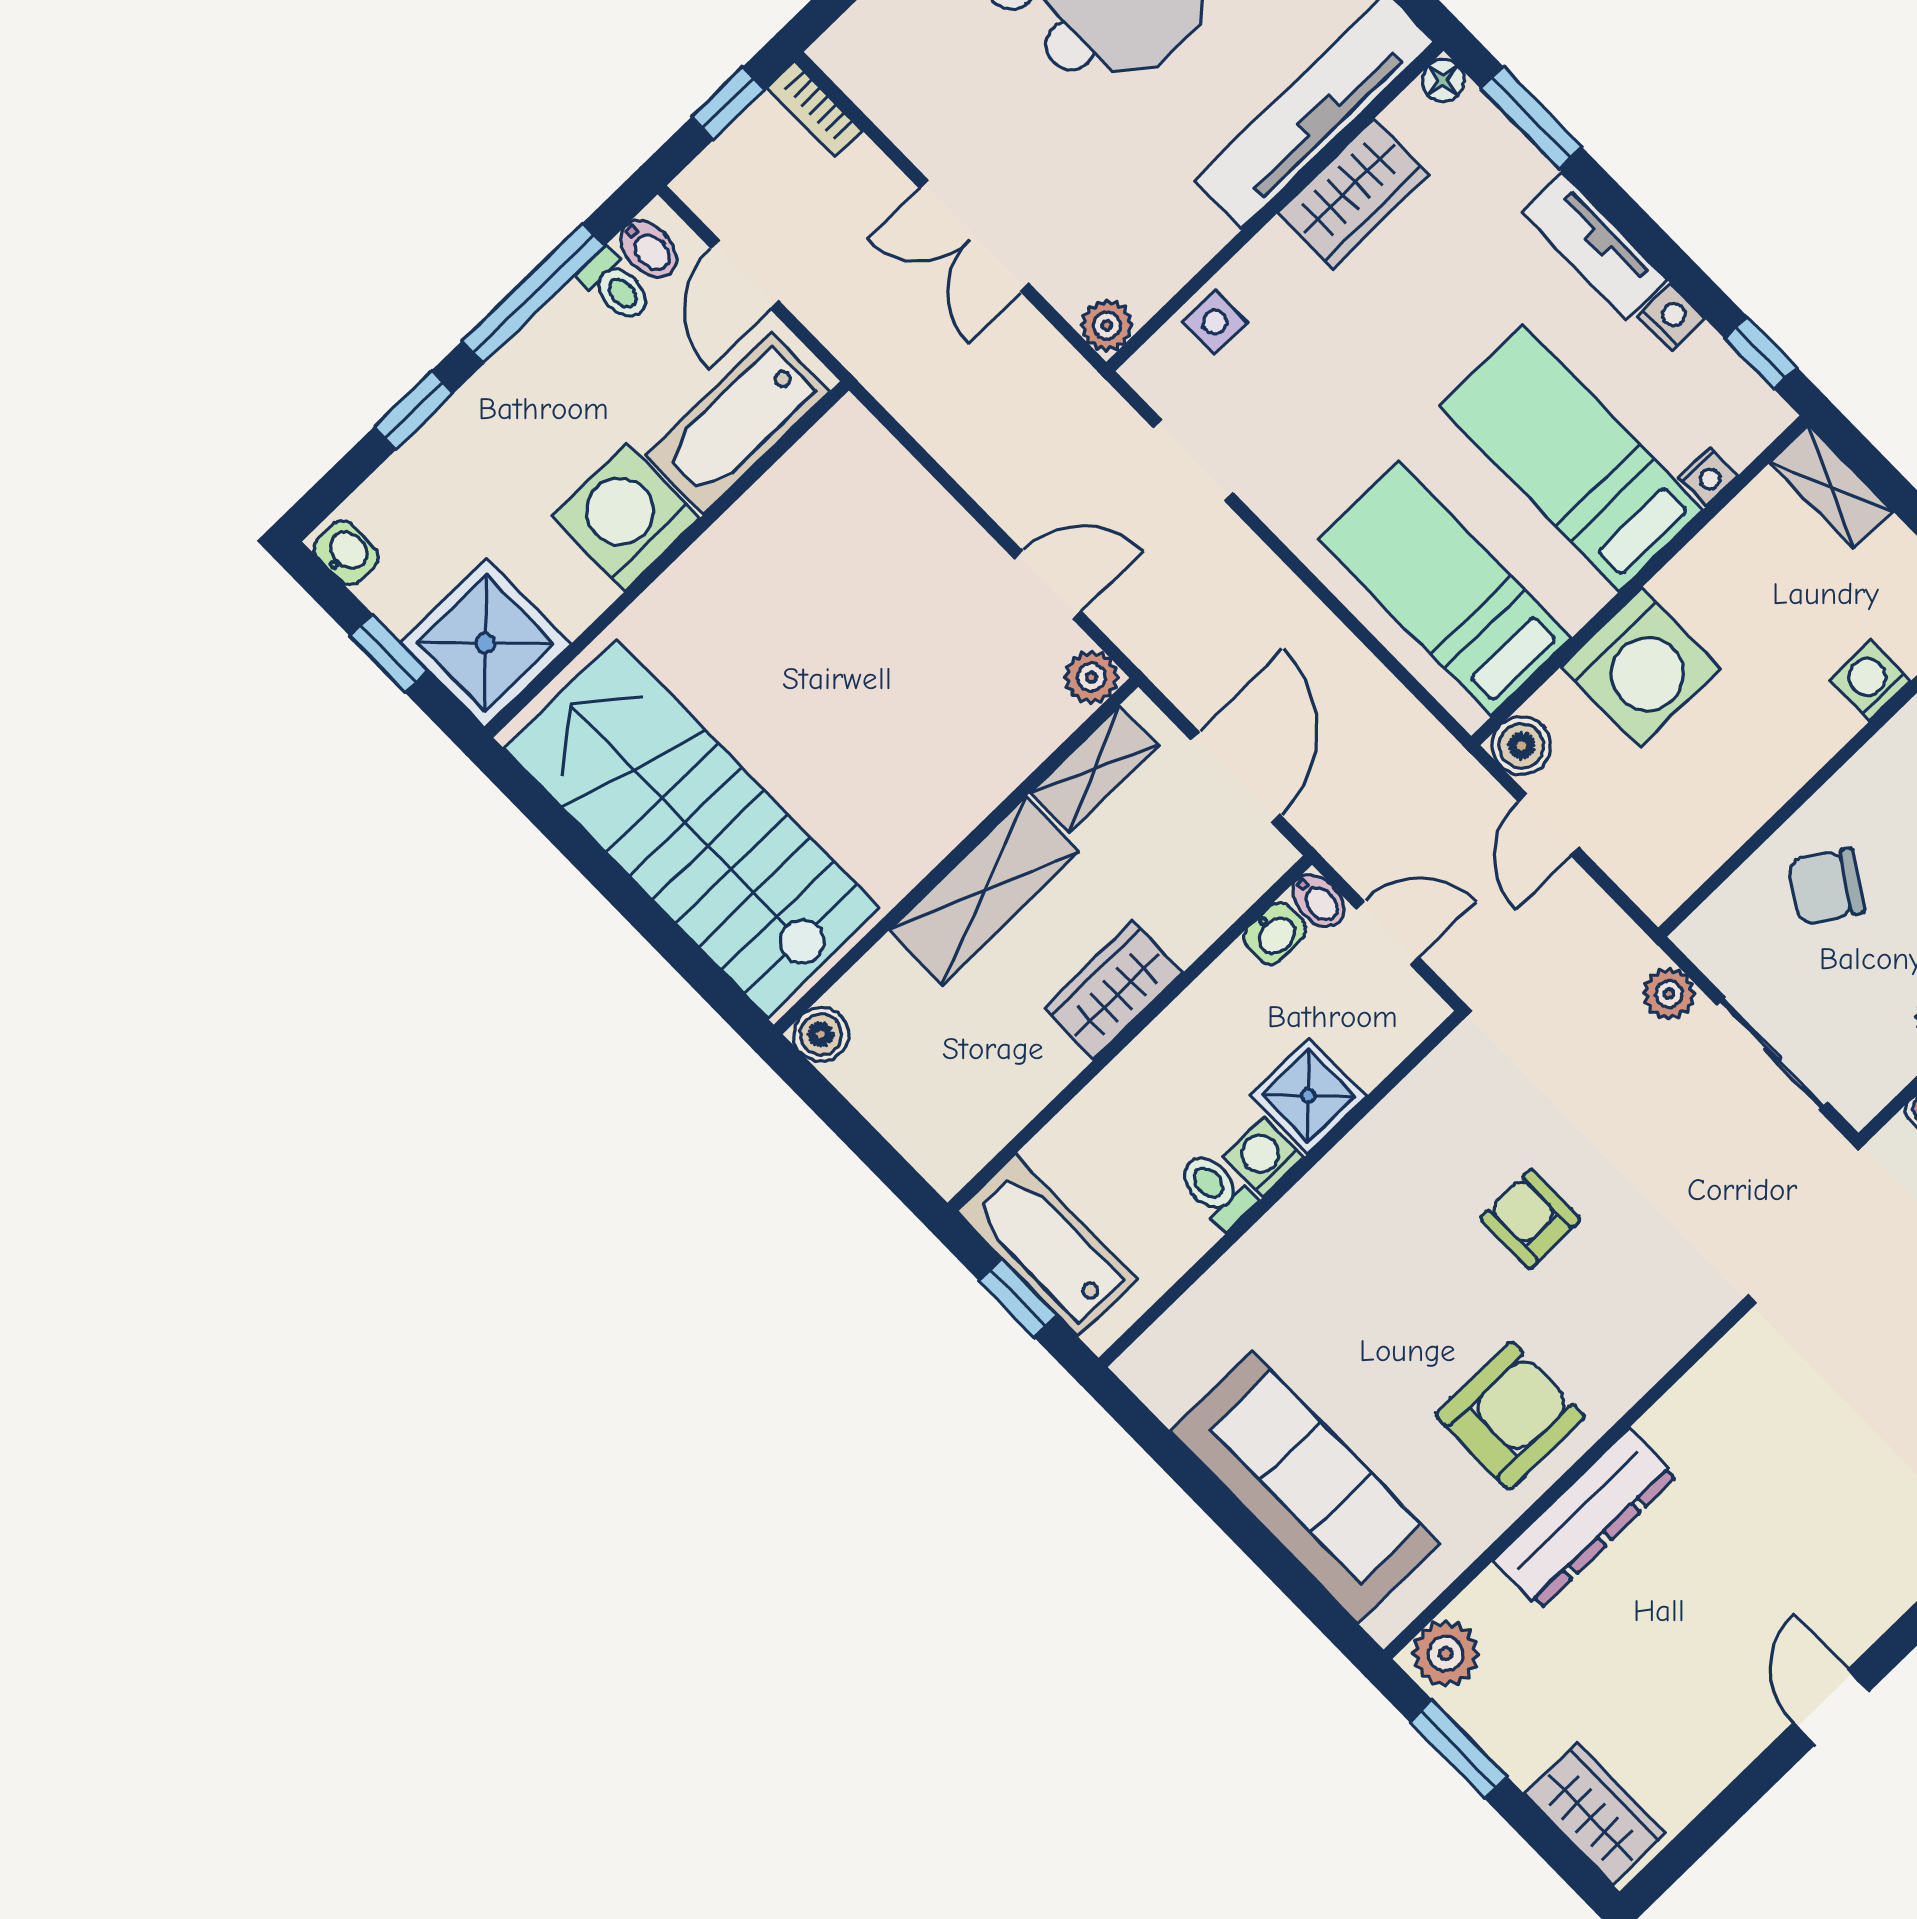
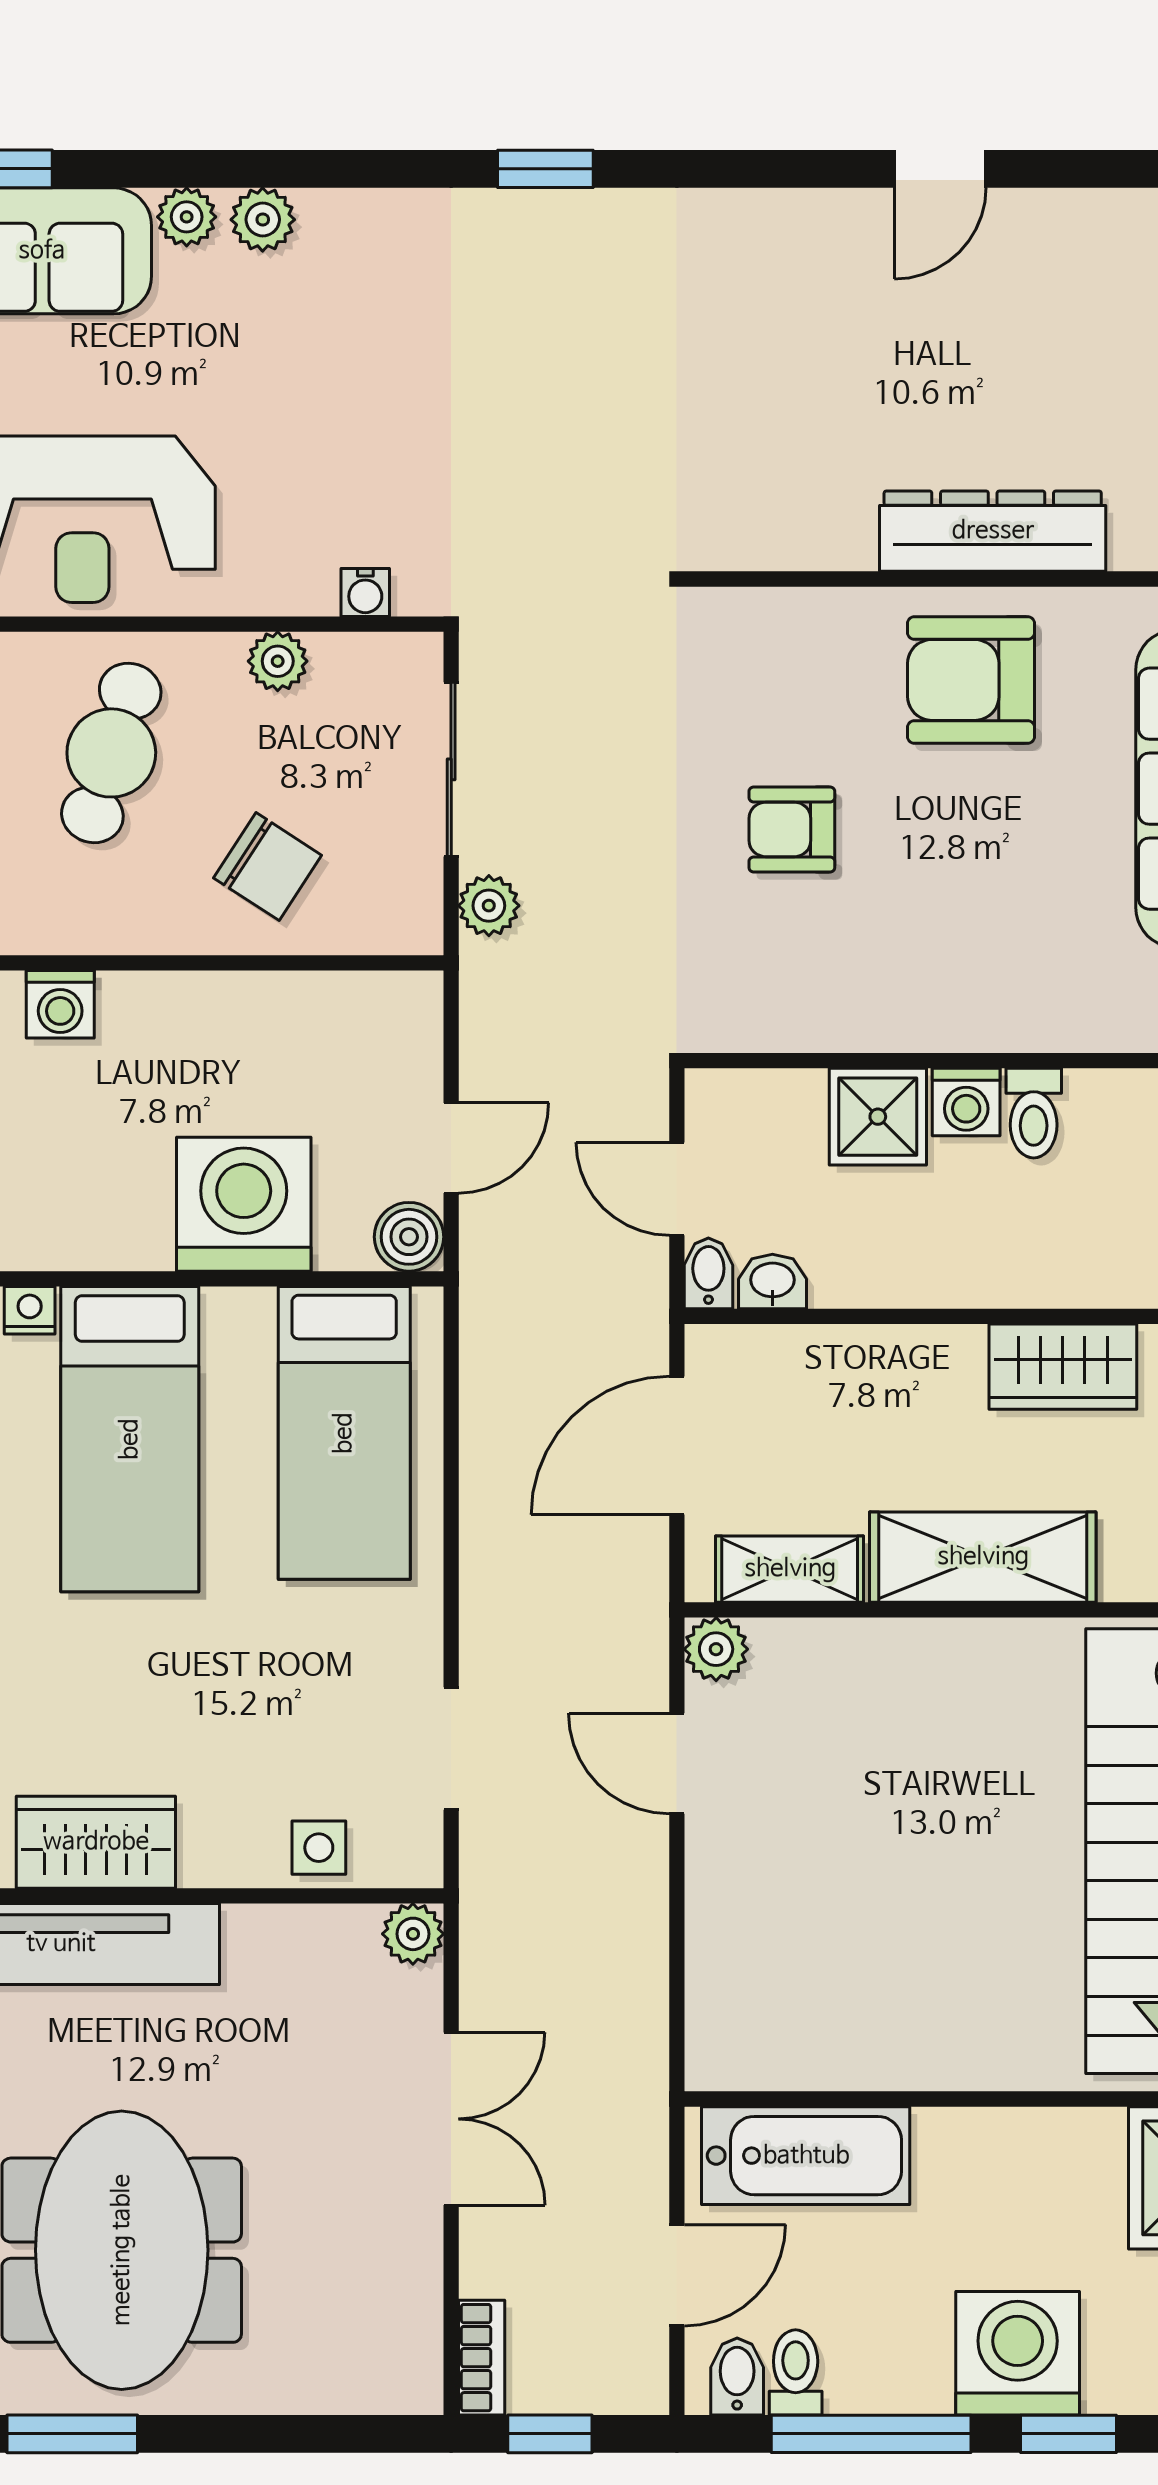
washing machine: (626, 517) -> (1018, 2353), moved, turned 180
wardrobe: (1113, 990) -> (1063, 1367), moved
armchair: (1530, 1219) -> (792, 829), turned 90

